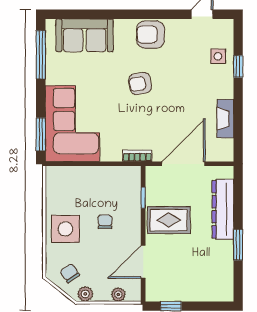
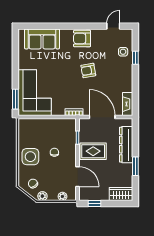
window: (41, 55) -> (15, 51), removed
armchair: (140, 83) -> (88, 70), moved
fireplace: (225, 119) -> (128, 104), moved
door: (184, 164) -> (102, 117), hinge flipped
door: (143, 262) -> (78, 177), swing flipped
wardrobe: (215, 291) -> (121, 194), added

